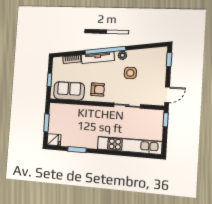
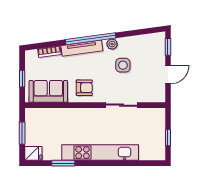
door: (167, 95) -> (168, 74), moved
window: (166, 120) -> (168, 138), moved
kitchen unit: (129, 145) -> (100, 153), moved

